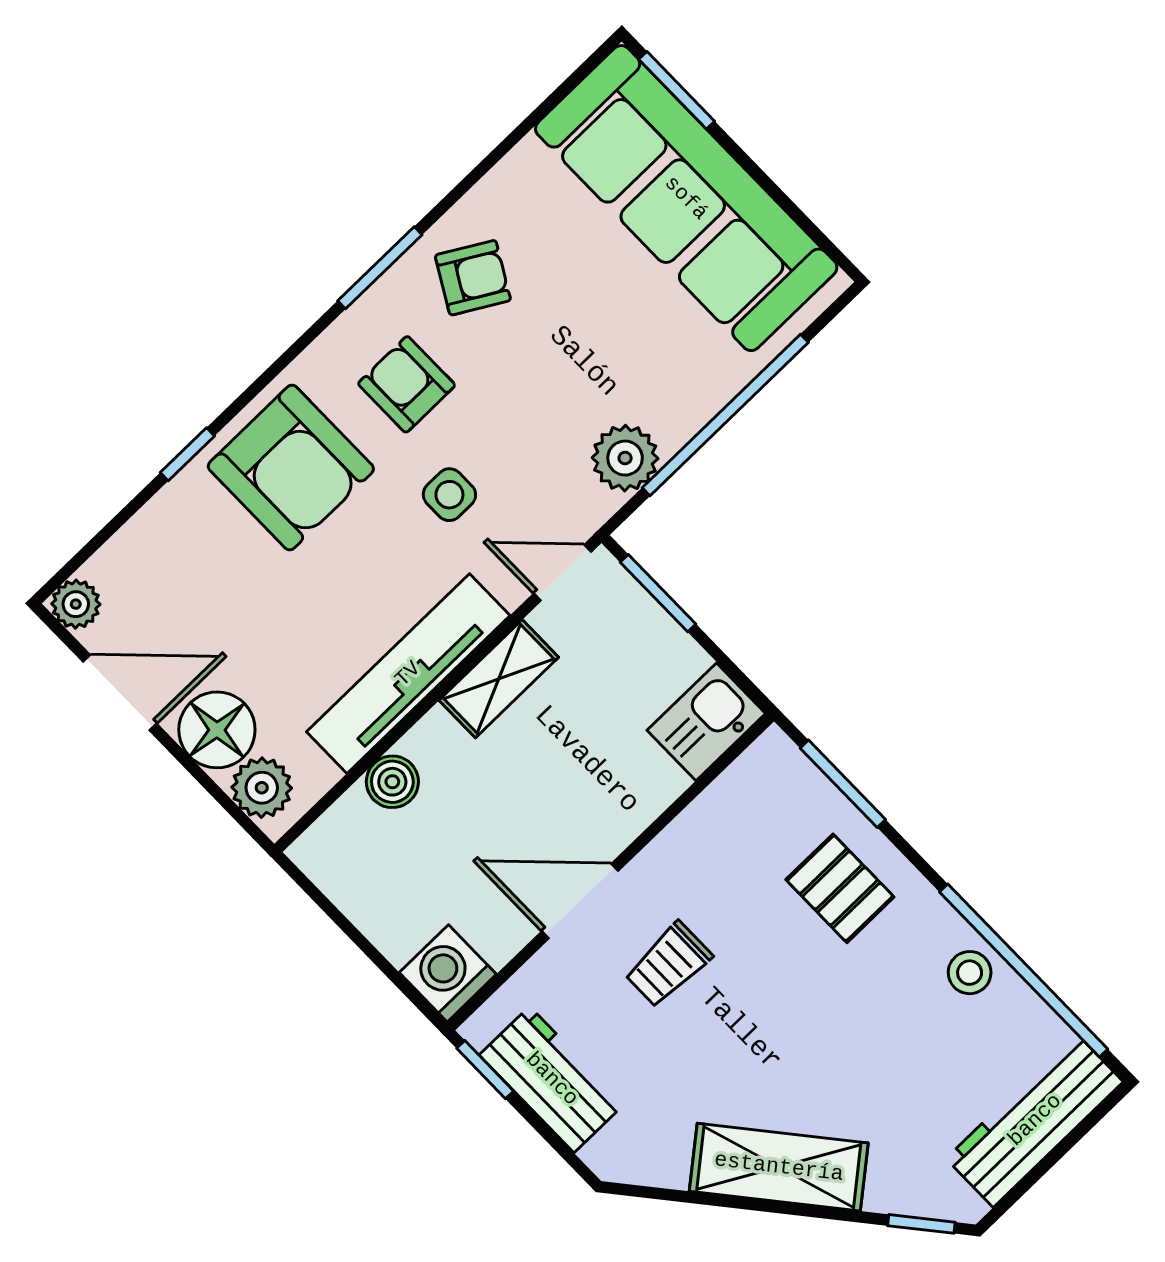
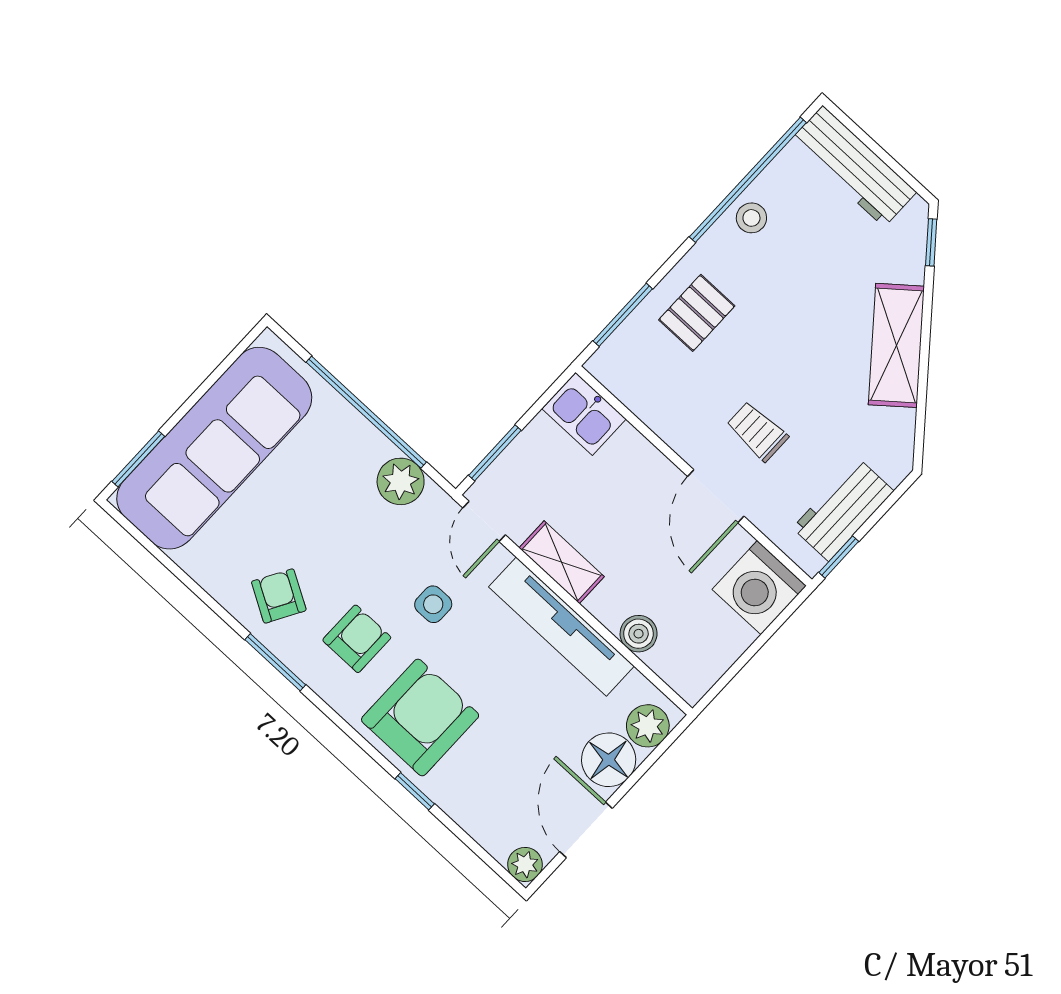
armchair: (407, 384) -> (357, 639), turned 180
trolley: (668, 965) -> (757, 431), turned 180
washing machine: (448, 973) -> (759, 588), width x1.37, depth x1.37

